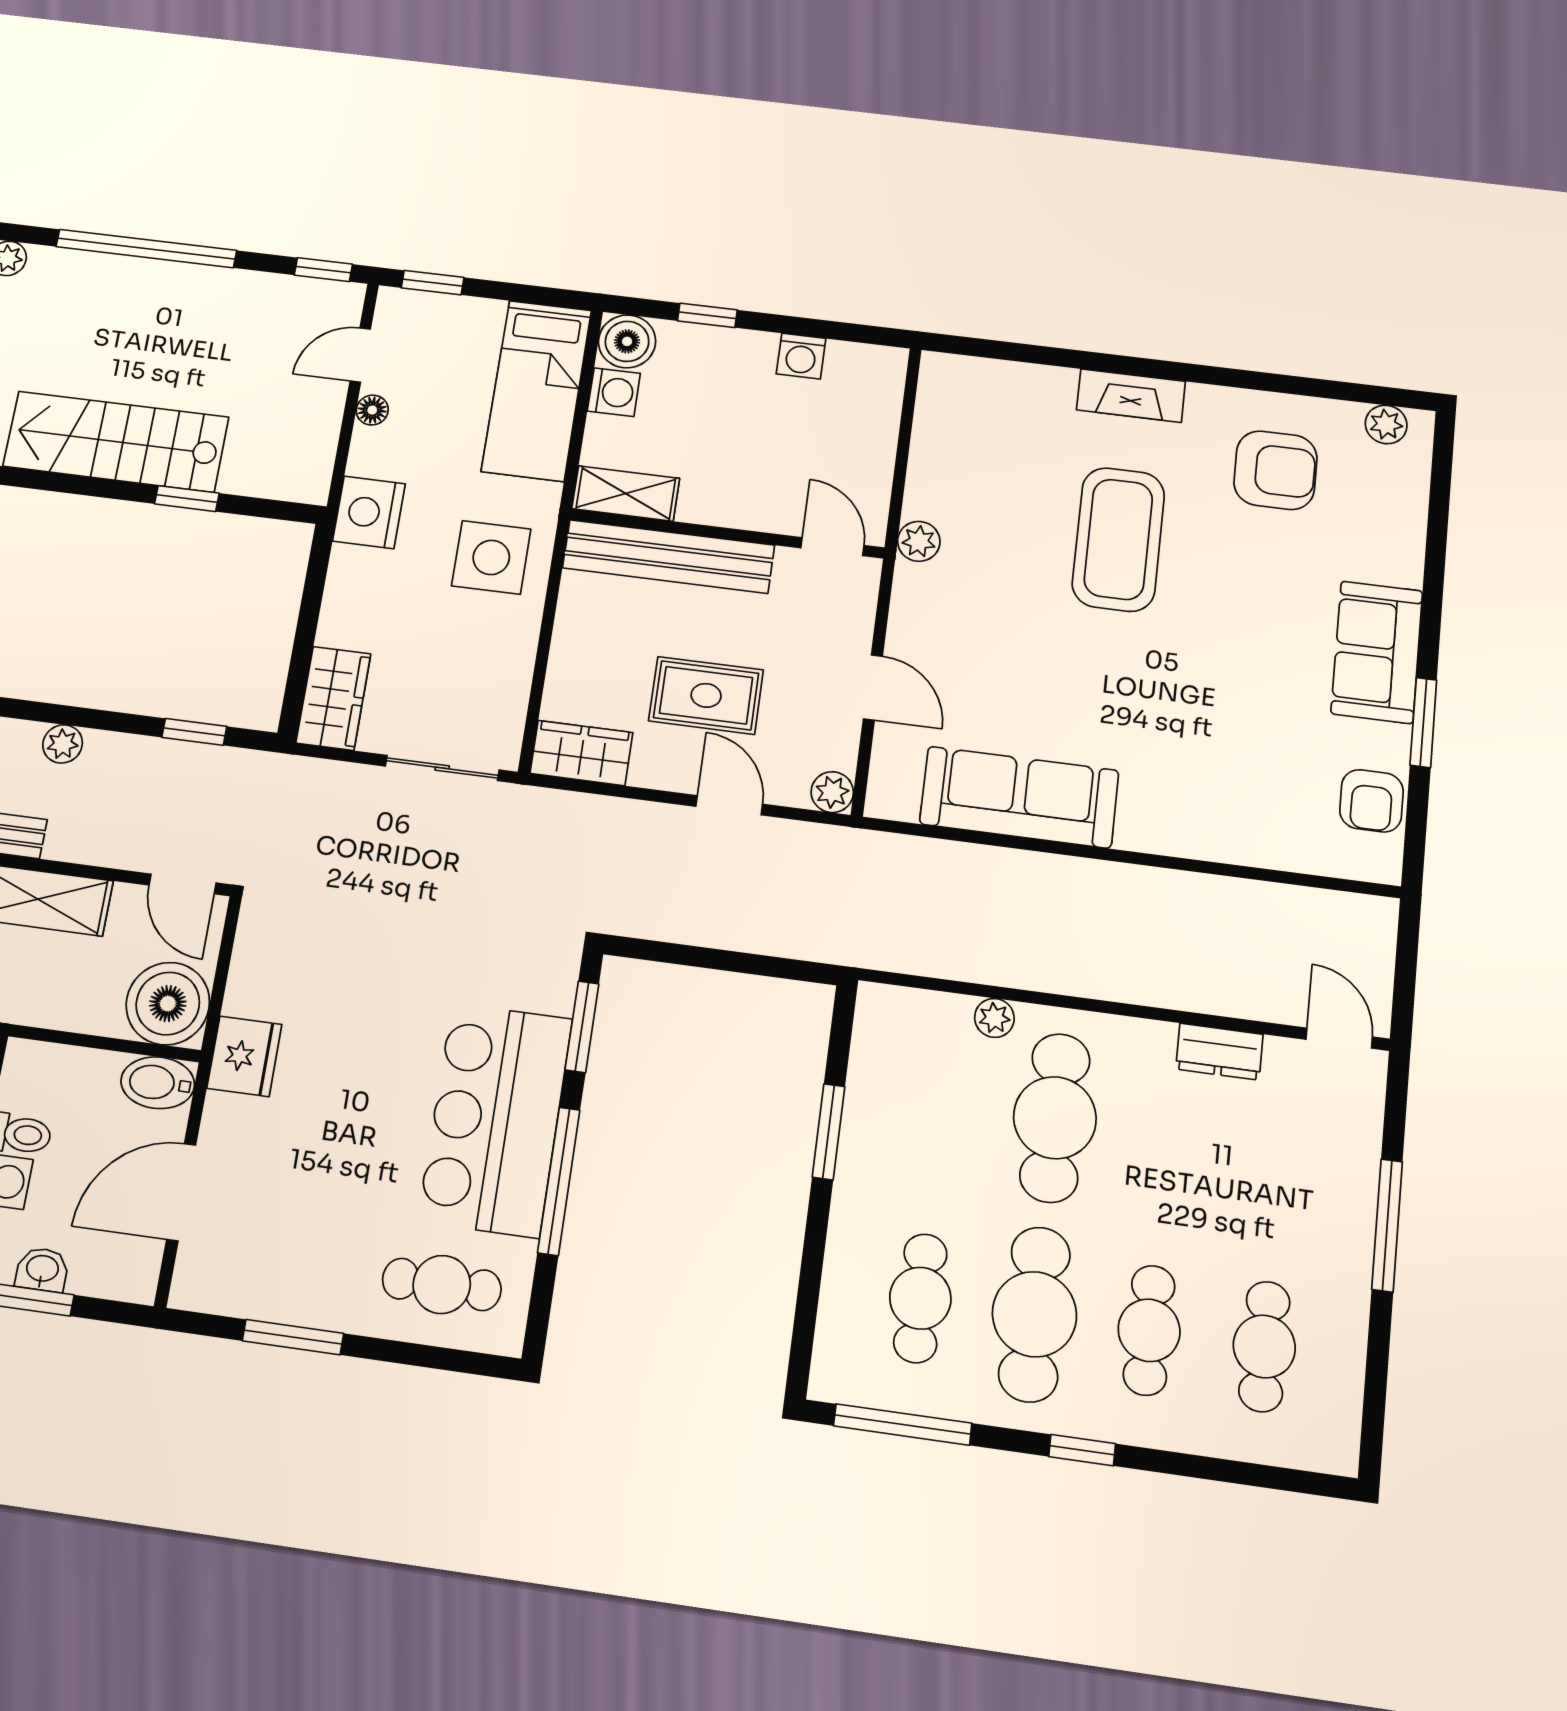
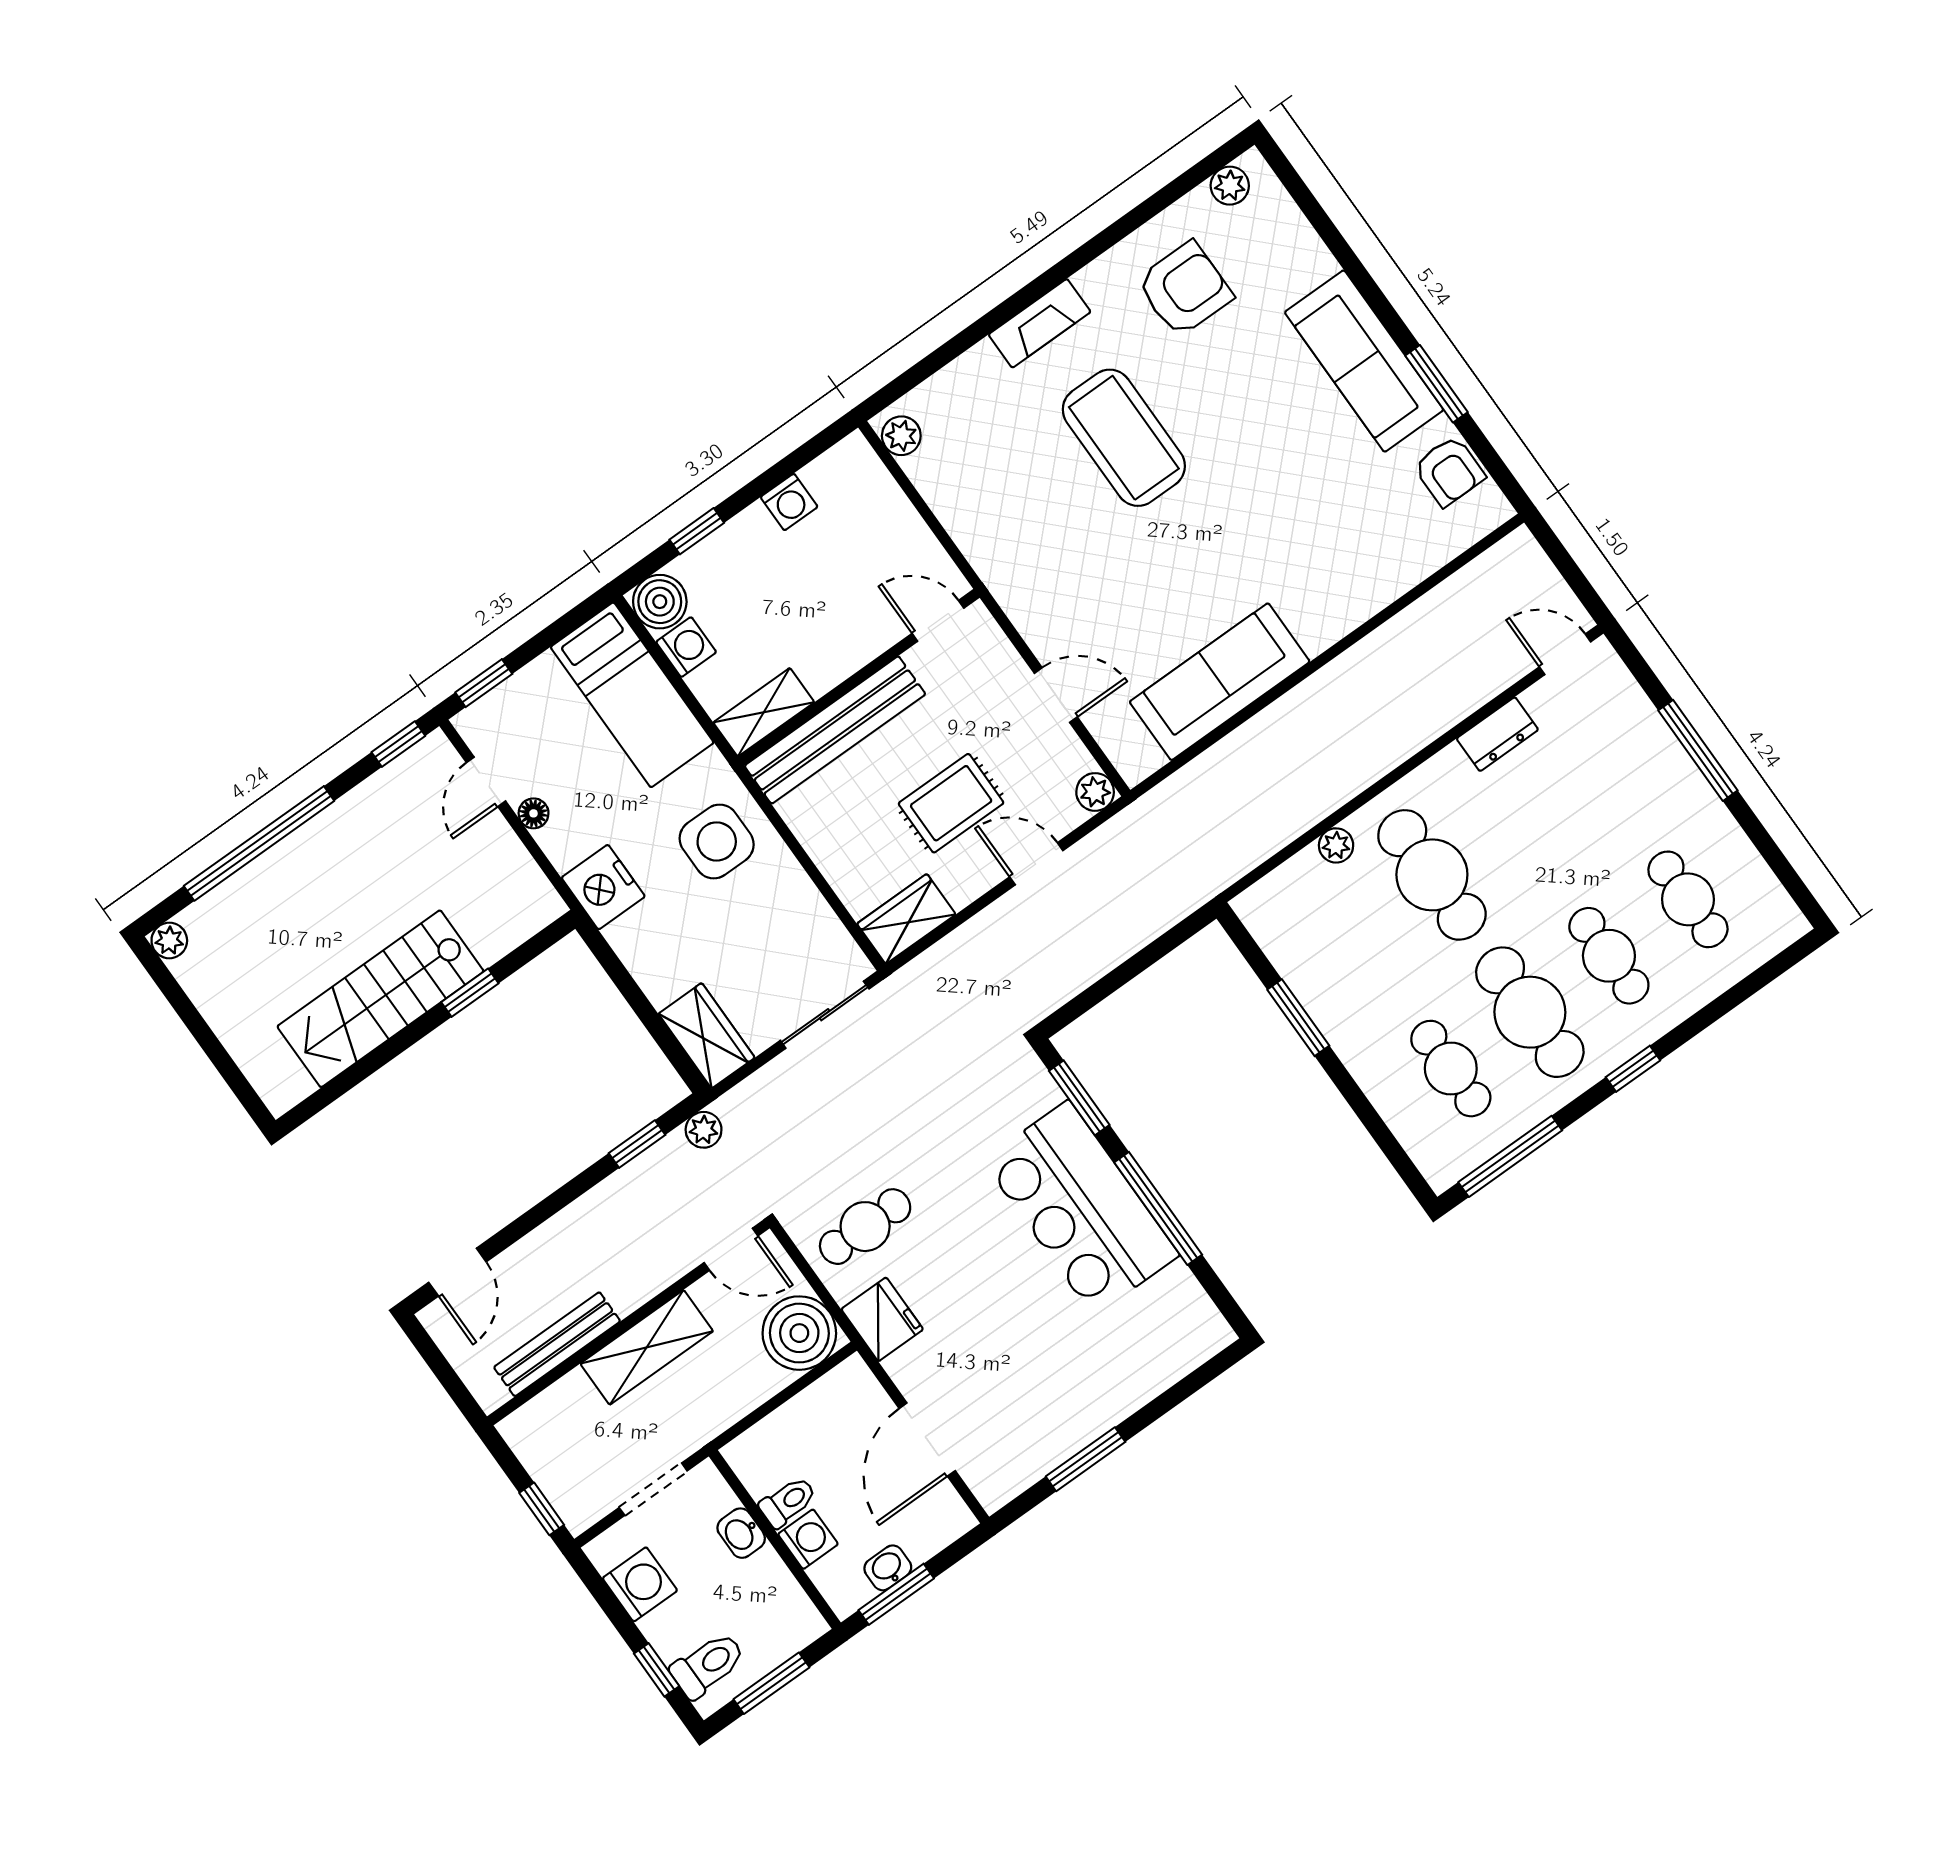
plant: (919, 541) -> (901, 436), moved
sofa: (1377, 652) -> (1364, 361), width x1.36
plant: (63, 744) -> (704, 1130), moved
bidet: (158, 1083) -> (844, 1388), removed
cafe table: (442, 1284) -> (865, 1227), moved

